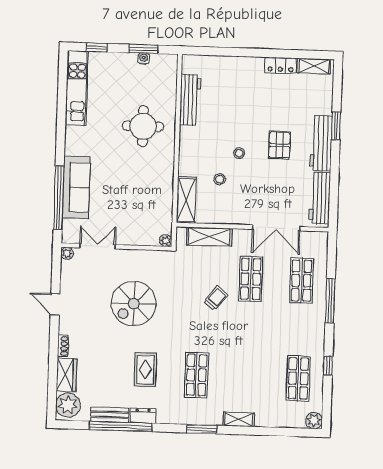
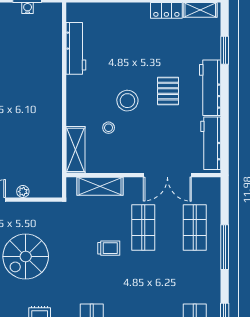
round table: (143, 126) -> (29, 77), removed
window: (336, 126) -> (225, 50), moved
stool: (239, 153) -> (127, 101), width x1.89, depth x1.89
plant: (166, 241) -> (23, 192), moved
trolley: (216, 298) -> (109, 248), turned 50

